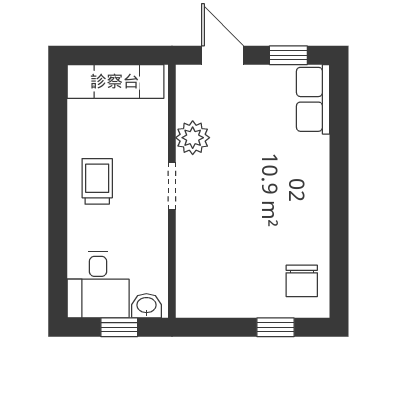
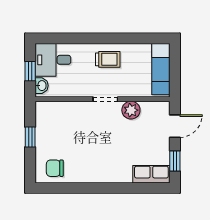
window: (276, 327) -> (30, 137), moved

